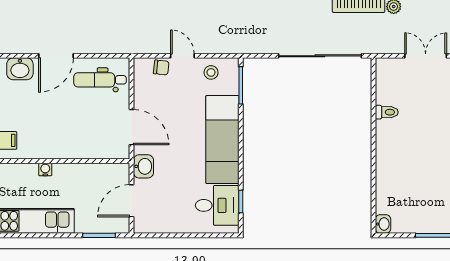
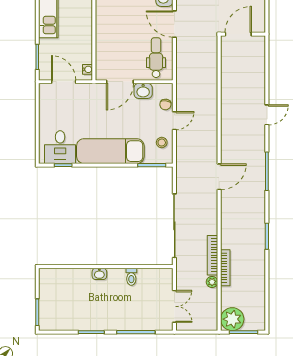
washbasin: (143, 166) -> (143, 91), moved
water cooler: (45, 170) -> (88, 69), moved
washbasin: (383, 224) -> (99, 274), moved

